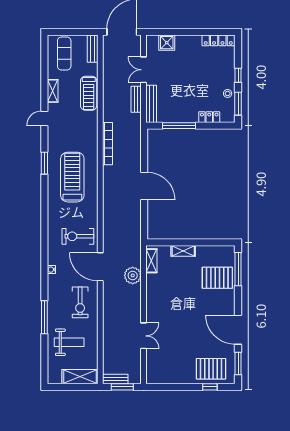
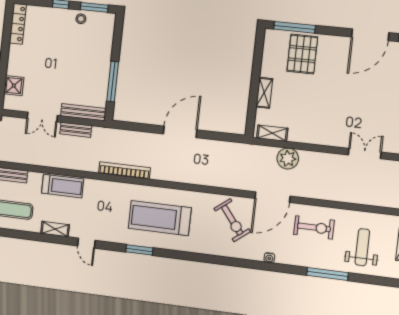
locker: (209, 117) -> (106, 44), removed
exercise bike: (78, 236) -> (232, 220), turned -38

